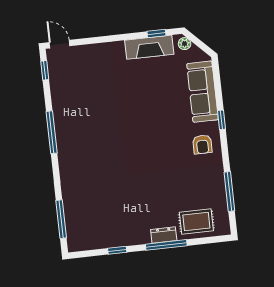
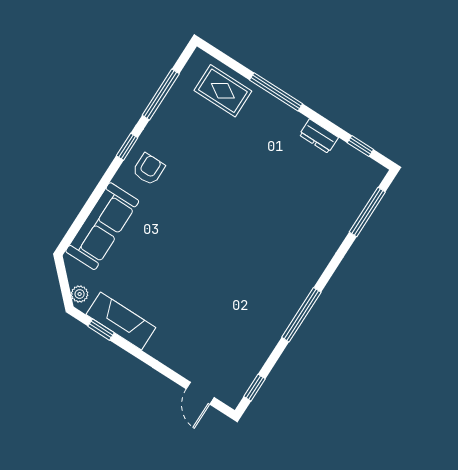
door: (60, 44) -> (200, 393), moved
window: (221, 120) -> (127, 147), moved
dresser: (164, 235) -> (319, 136), moved
window: (117, 250) -> (360, 146), moved

